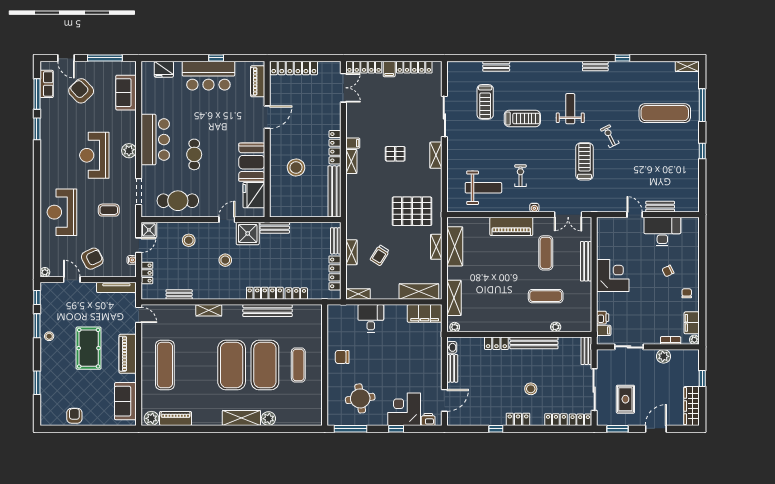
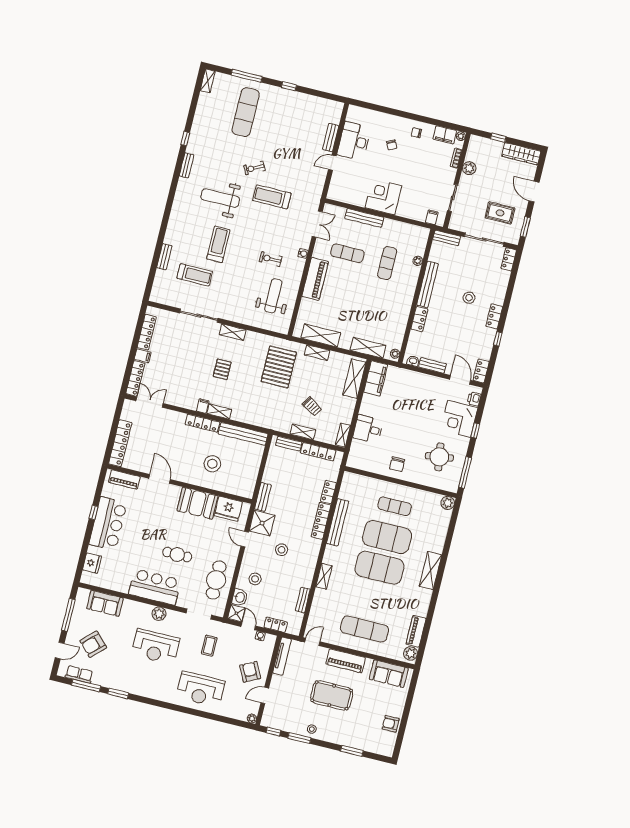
weight bench: (570, 109) -> (220, 198), width x1.36, depth x1.33
washbasin: (166, 229) -> (240, 597), added
printer: (603, 318) -> (420, 215), removed
plant: (268, 419) -> (448, 503), moved
locker: (556, 420) -> (481, 371), moved

